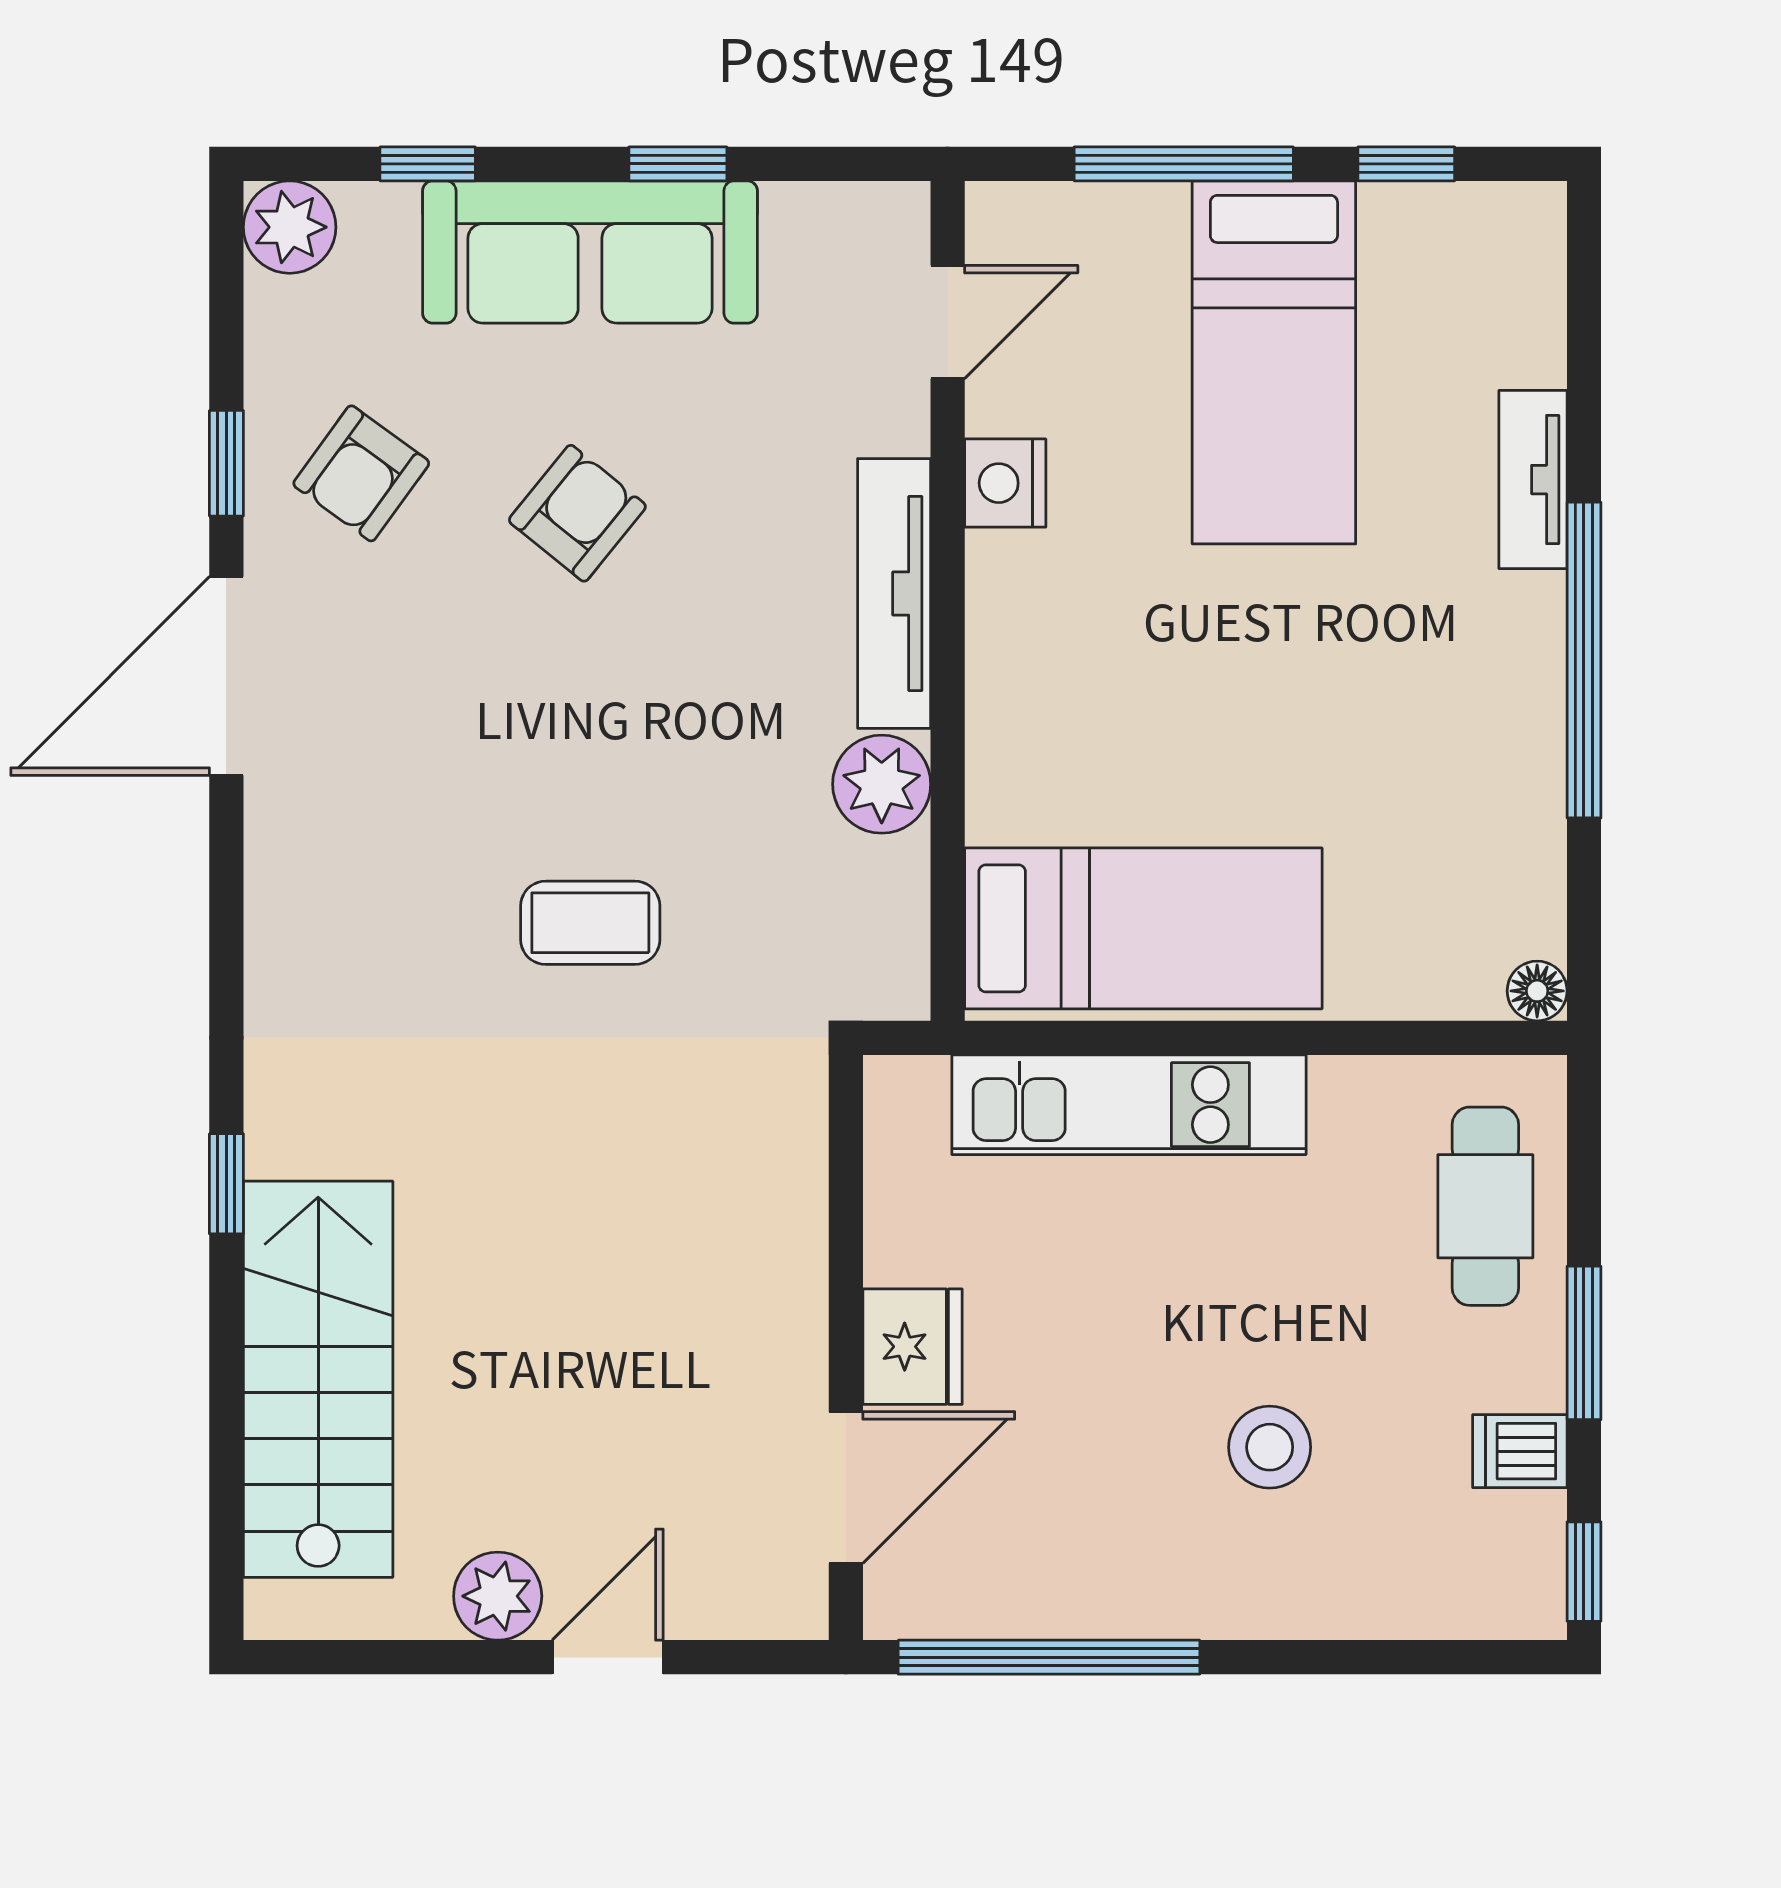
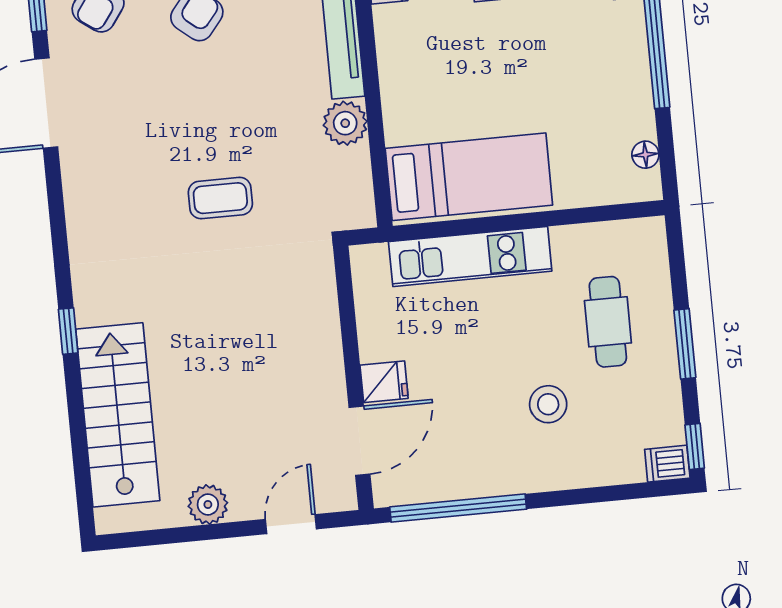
floor lamp: (1537, 991) -> (645, 155), moved
cafe table: (1485, 1206) -> (608, 322), moved
fridge: (912, 1347) -> (384, 382), width x0.72
dishwasher: (1520, 1451) -> (667, 464), moved
door: (608, 1657) -> (291, 524), moved

